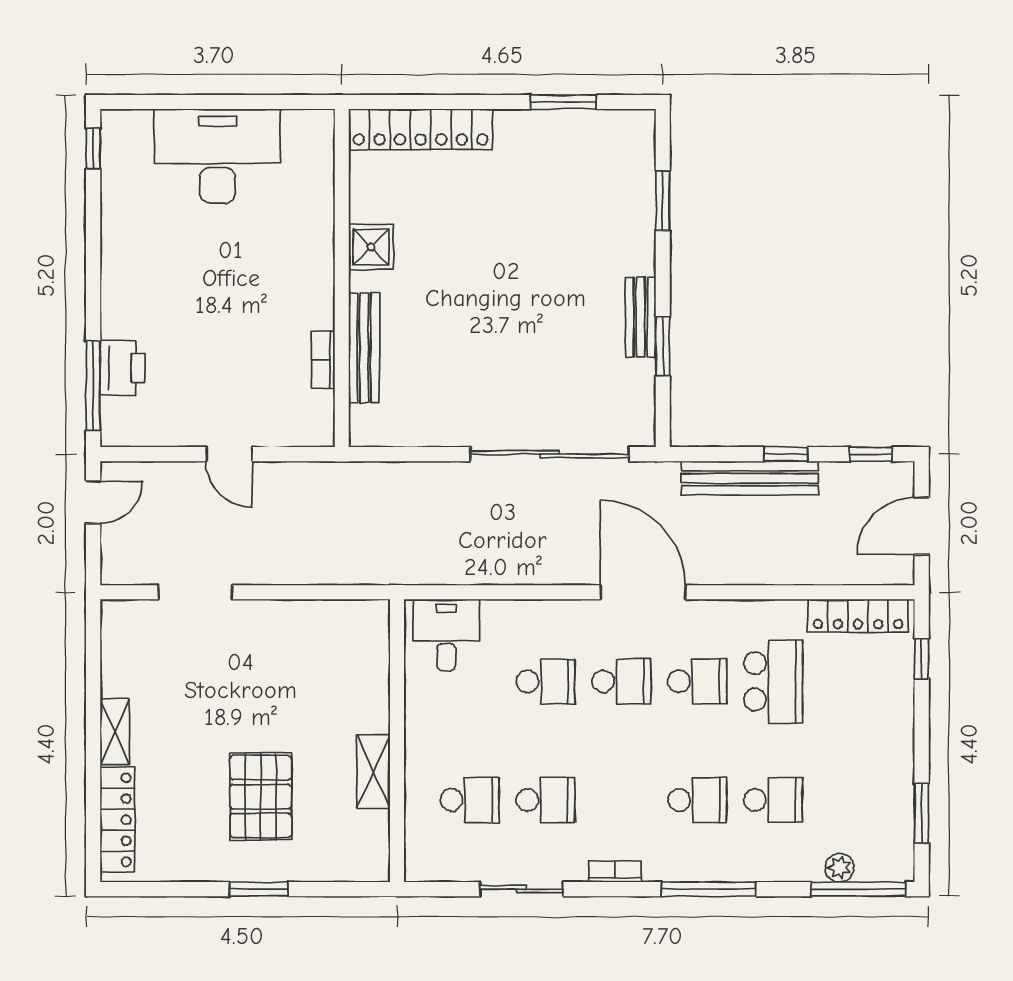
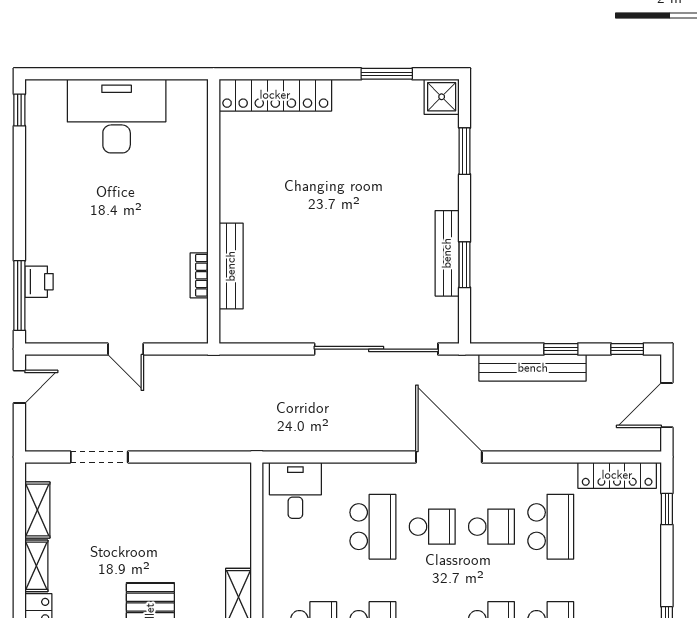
shower: (371, 247) -> (442, 97), moved
bench: (641, 317) -> (447, 253), width x1.36
printer: (123, 368) -> (39, 282), width x0.73, depth x0.81
shelving: (116, 660) -> (37, 510), added
school desk: (545, 681) -> (373, 527), width x1.85

